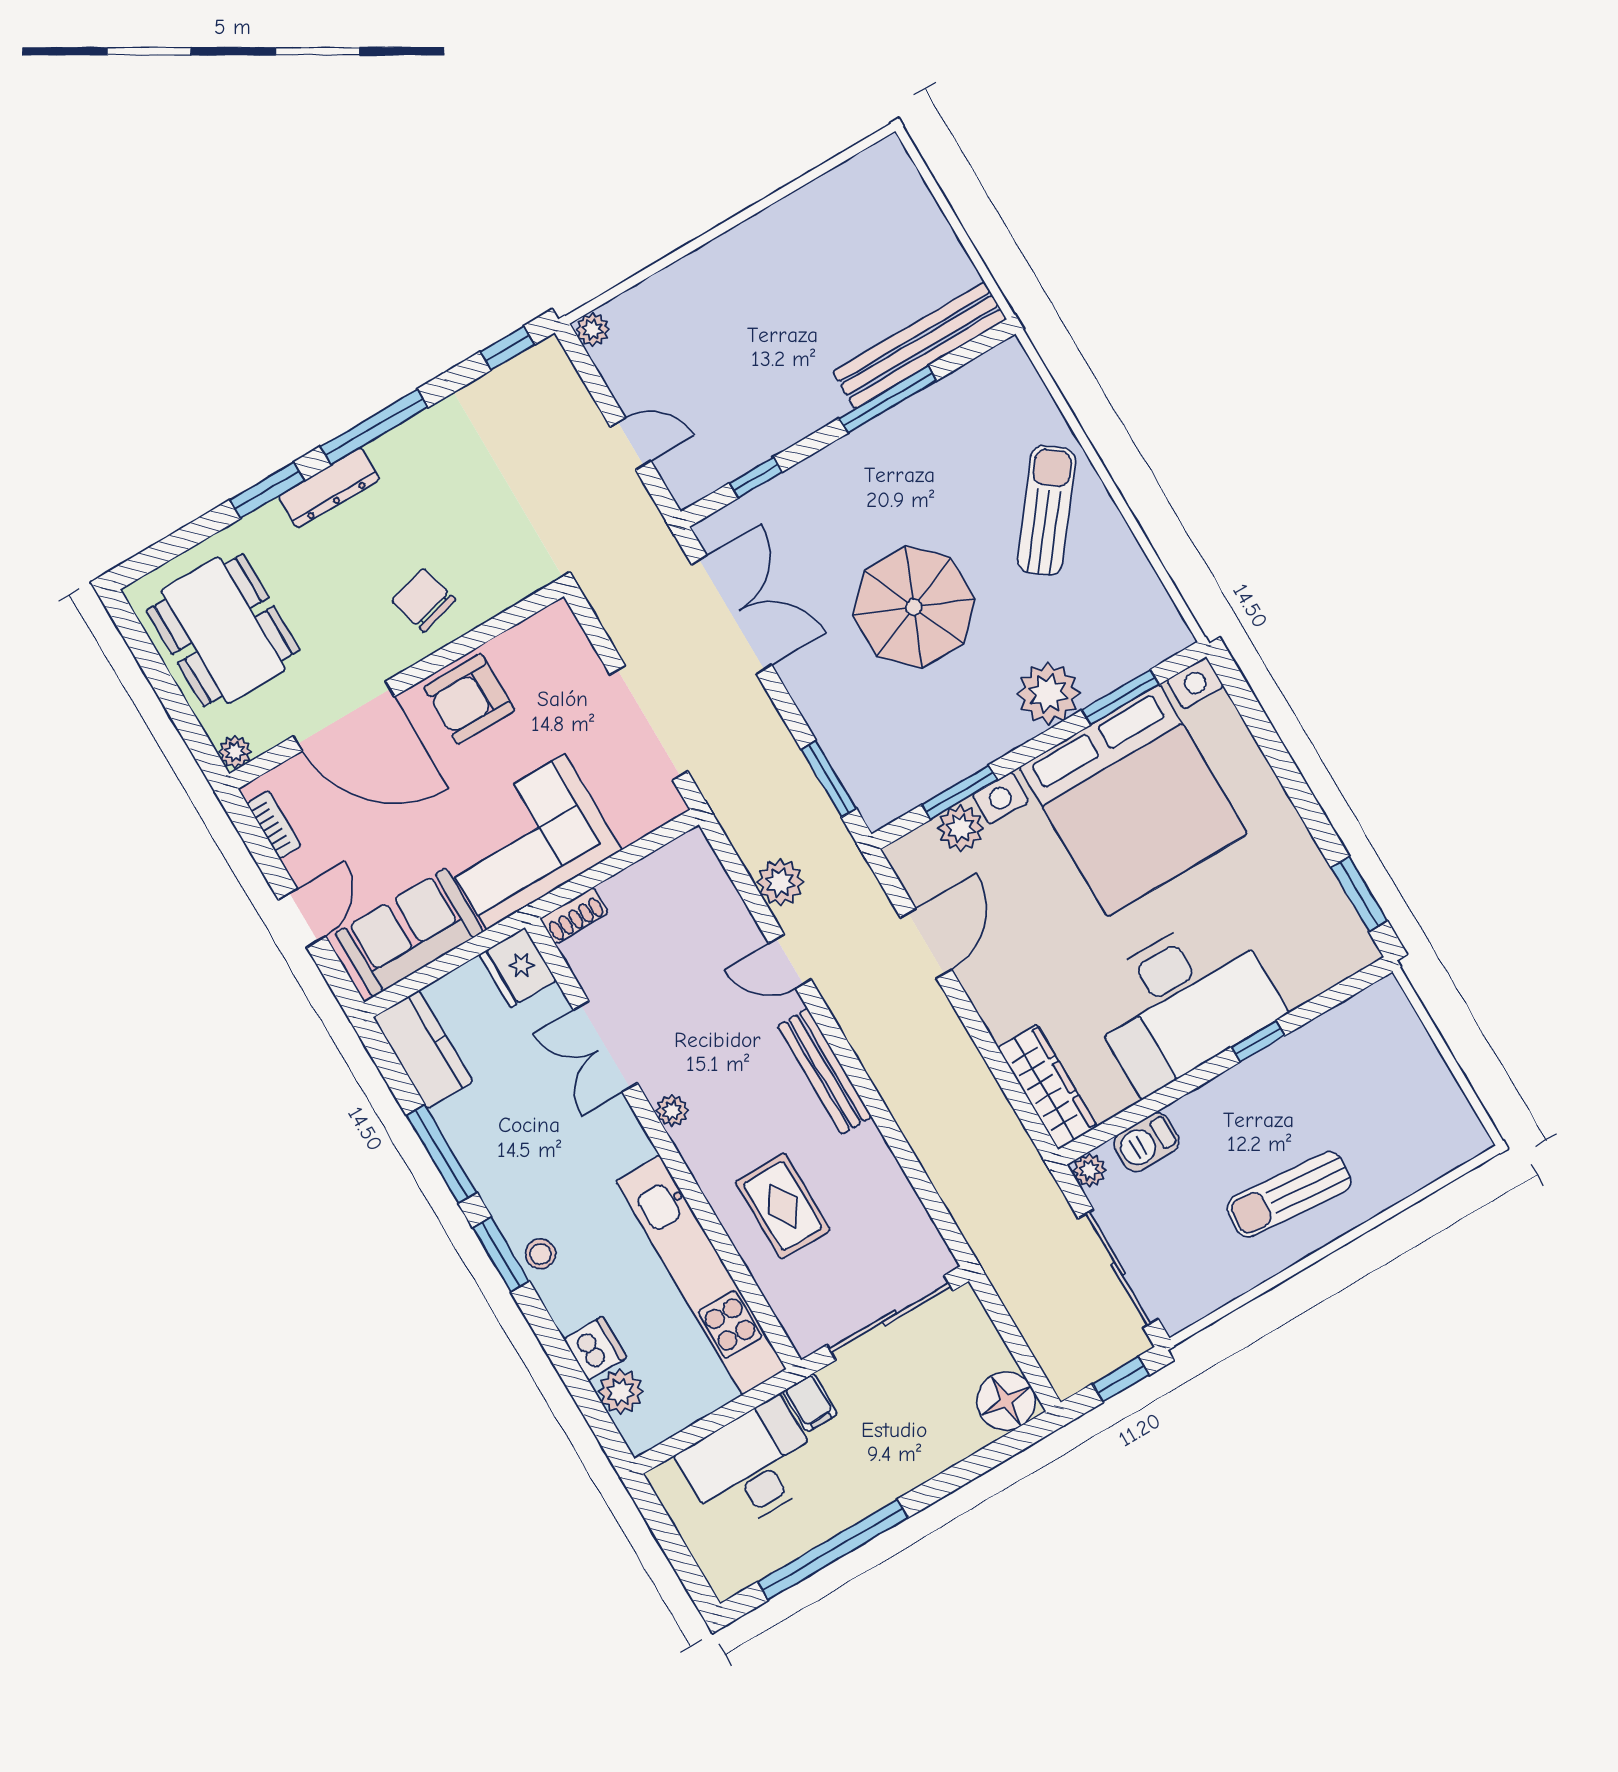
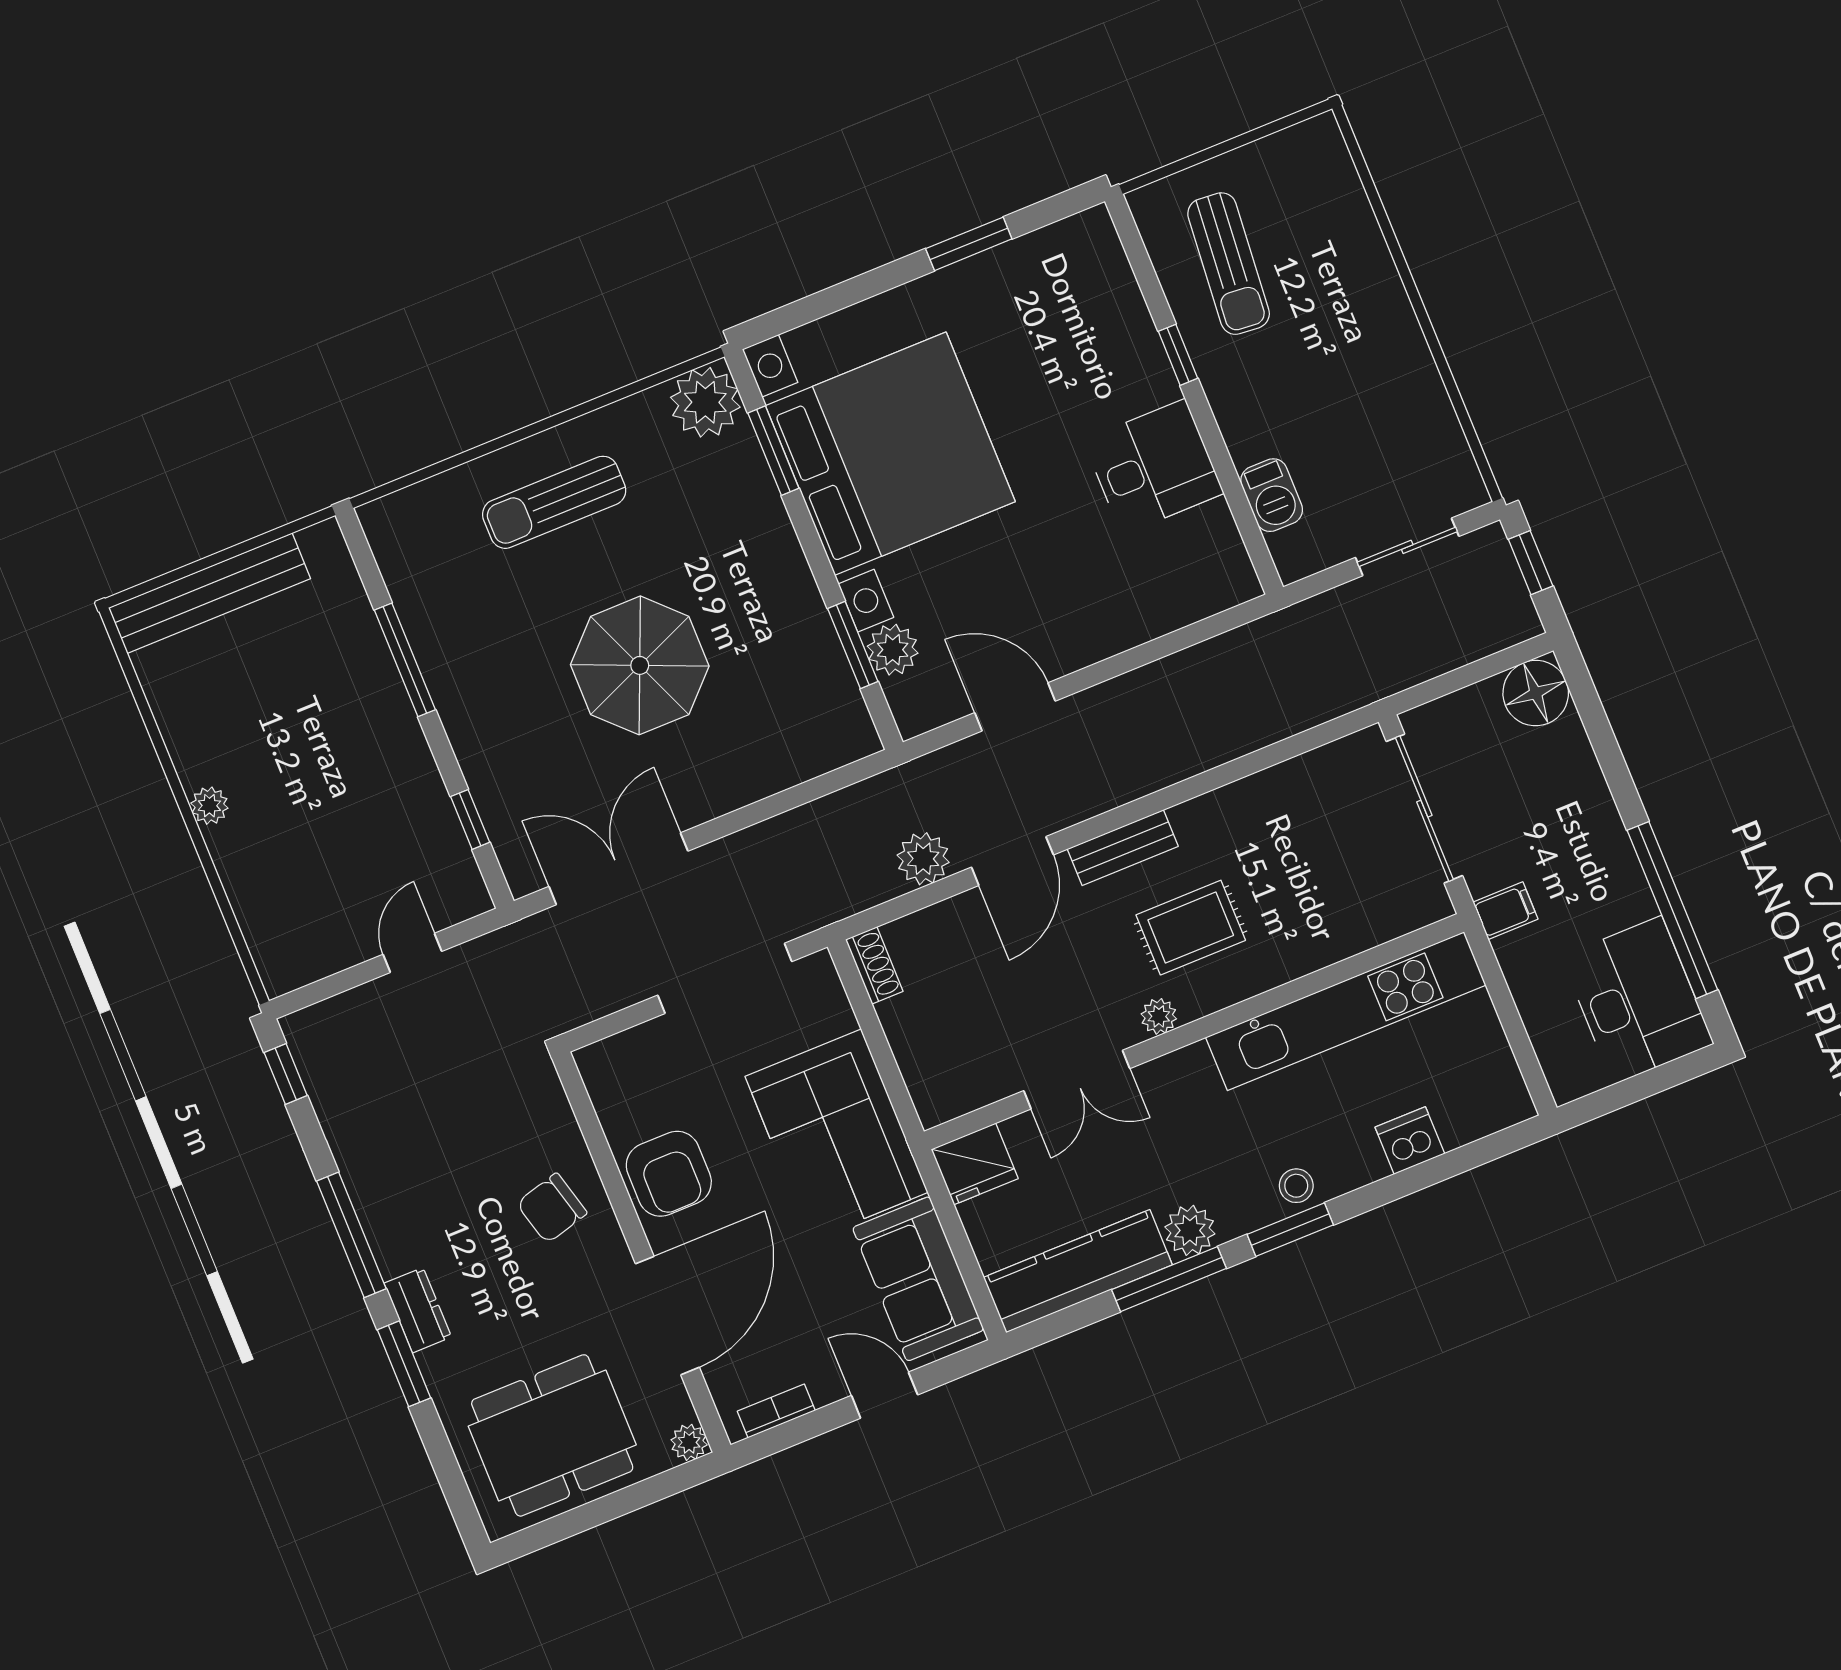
plant: (592, 330) -> (209, 806), moved
bench: (920, 345) -> (209, 593), moved, turned 90
dresser: (329, 488) -> (418, 1310), width x0.70
sun lounger: (1047, 510) -> (554, 502), turned -38
plant: (1048, 694) -> (705, 402), moved
window: (829, 779) -> (816, 788), removed
window: (1359, 894) -> (969, 244), moved
shoe rack: (574, 916) -> (874, 965), moved
door: (790, 961) -> (1012, 861), width x1.37
desk: (1183, 1001) -> (1154, 467), width x0.53, depth x0.77
kitchen counter: (423, 1049) -> (1078, 1271), width x1.50
bench: (825, 1071) -> (1123, 848), width x0.73
wardrobe: (1047, 1087) -> (1194, 596), removed
plant: (1089, 1170) -> (1293, 563), removed
sun lounger: (1289, 1195) -> (1229, 264), moved
rug: (783, 1206) -> (1191, 928), moved
sliding door: (1118, 1269) -> (1407, 547), width x0.73
plant: (621, 1392) -> (1190, 1230), moved
desk: (751, 1466) -> (1637, 1000), moved, turned 180

